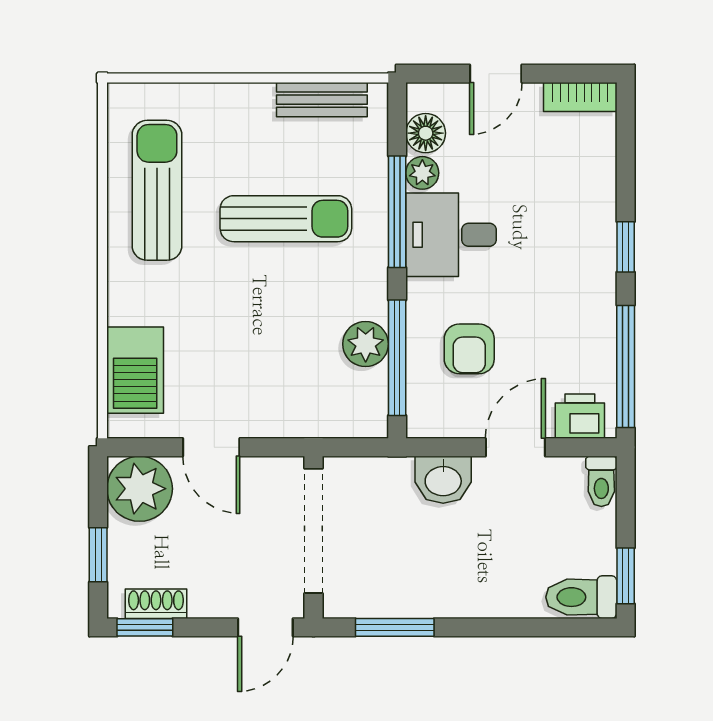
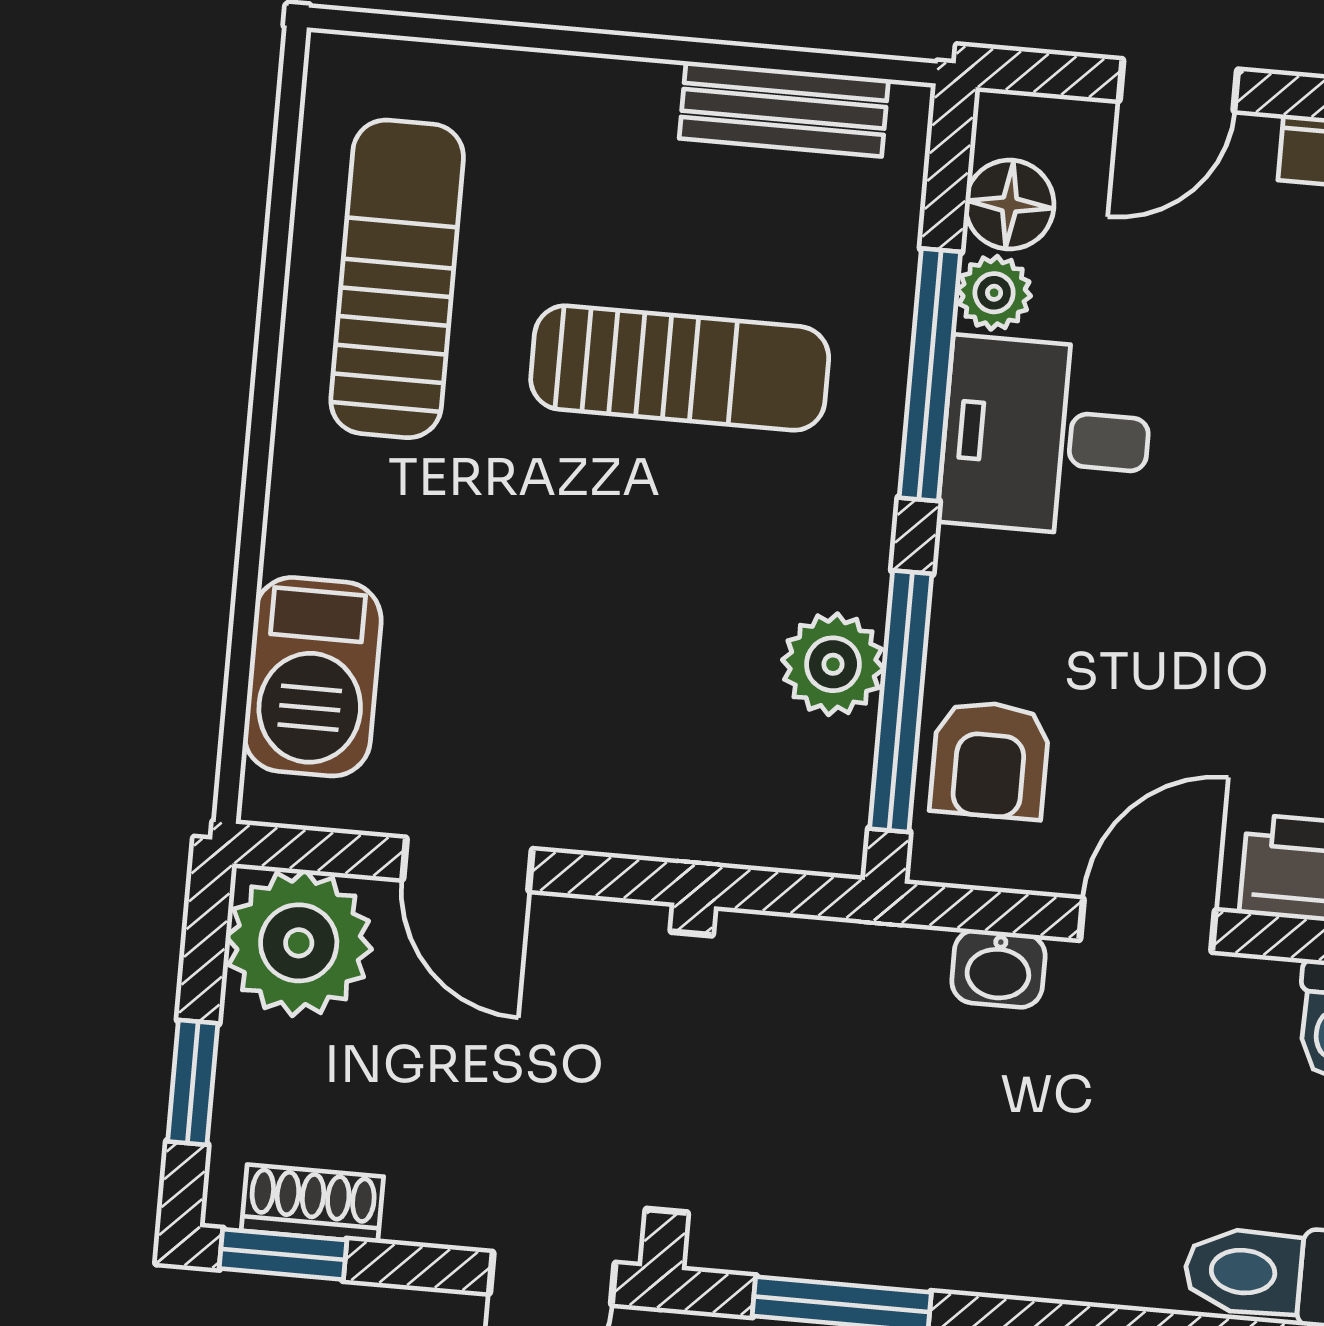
armchair: (469, 349) -> (990, 760), moved
washbasin: (443, 480) -> (998, 969), width x0.72, depth x0.69

